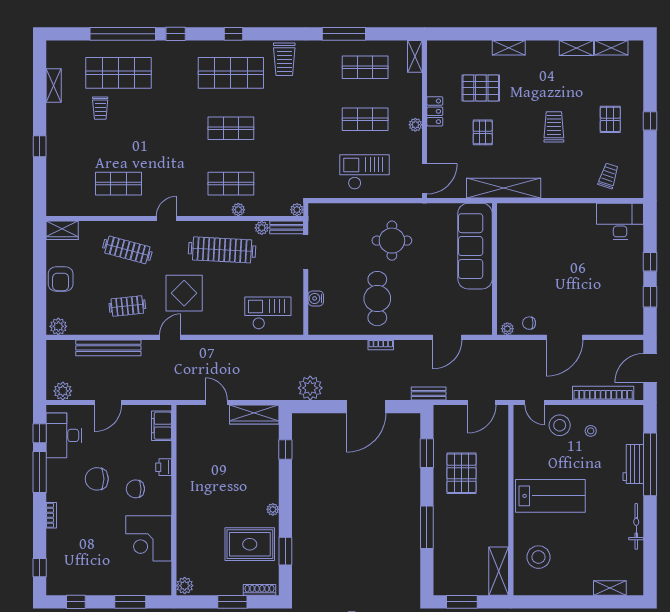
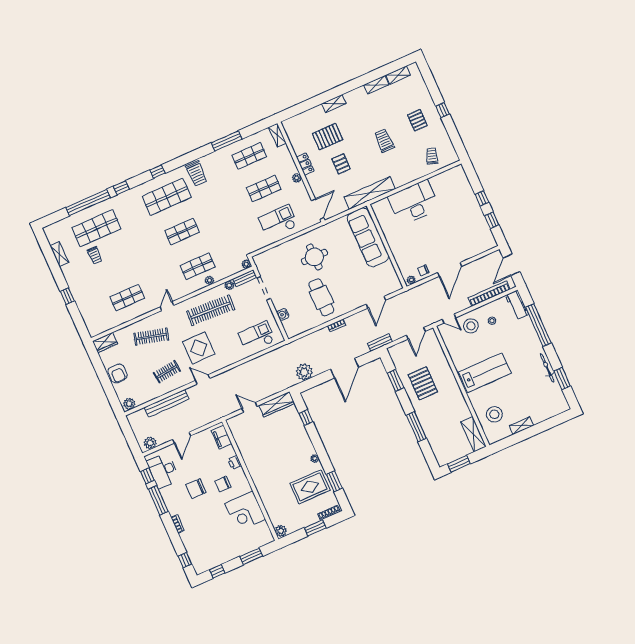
desk: (620, 222) -> (414, 203), moved, width x1.36, depth x1.30
door: (170, 337) -> (203, 379), hinge flipped
workbench: (633, 464) -> (517, 305), moved
window: (650, 549) -> (562, 378), added
shelving: (610, 588) -> (521, 426), moved

